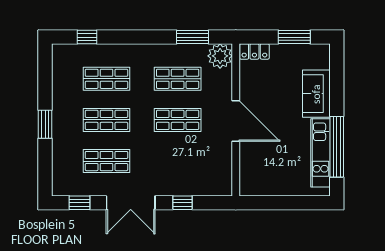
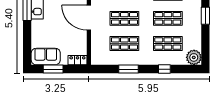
window: (87, 37) -> (164, 69), moved
window: (193, 37) -> (128, 69), moved
plant: (220, 56) -> (194, 57), moved
sofa: (316, 94) -> (46, 57), moved, turned -90

